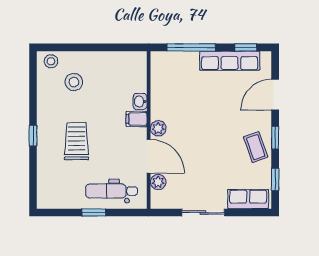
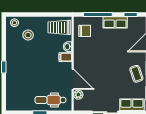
row of seats: (230, 61) -> (115, 22), width x0.68
chair: (169, 75) -> (85, 31), added
plant: (158, 128) -> (78, 63), removed
trolley: (77, 141) -> (59, 27), moved, turned -90

